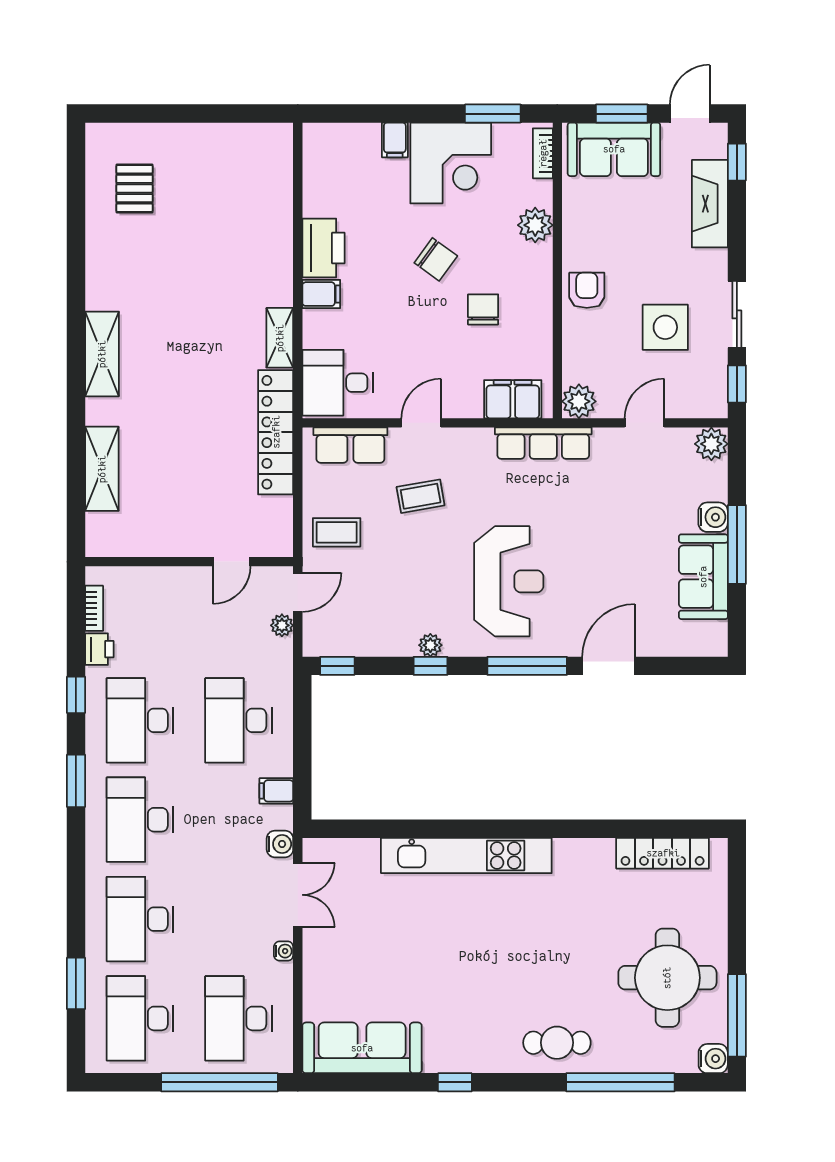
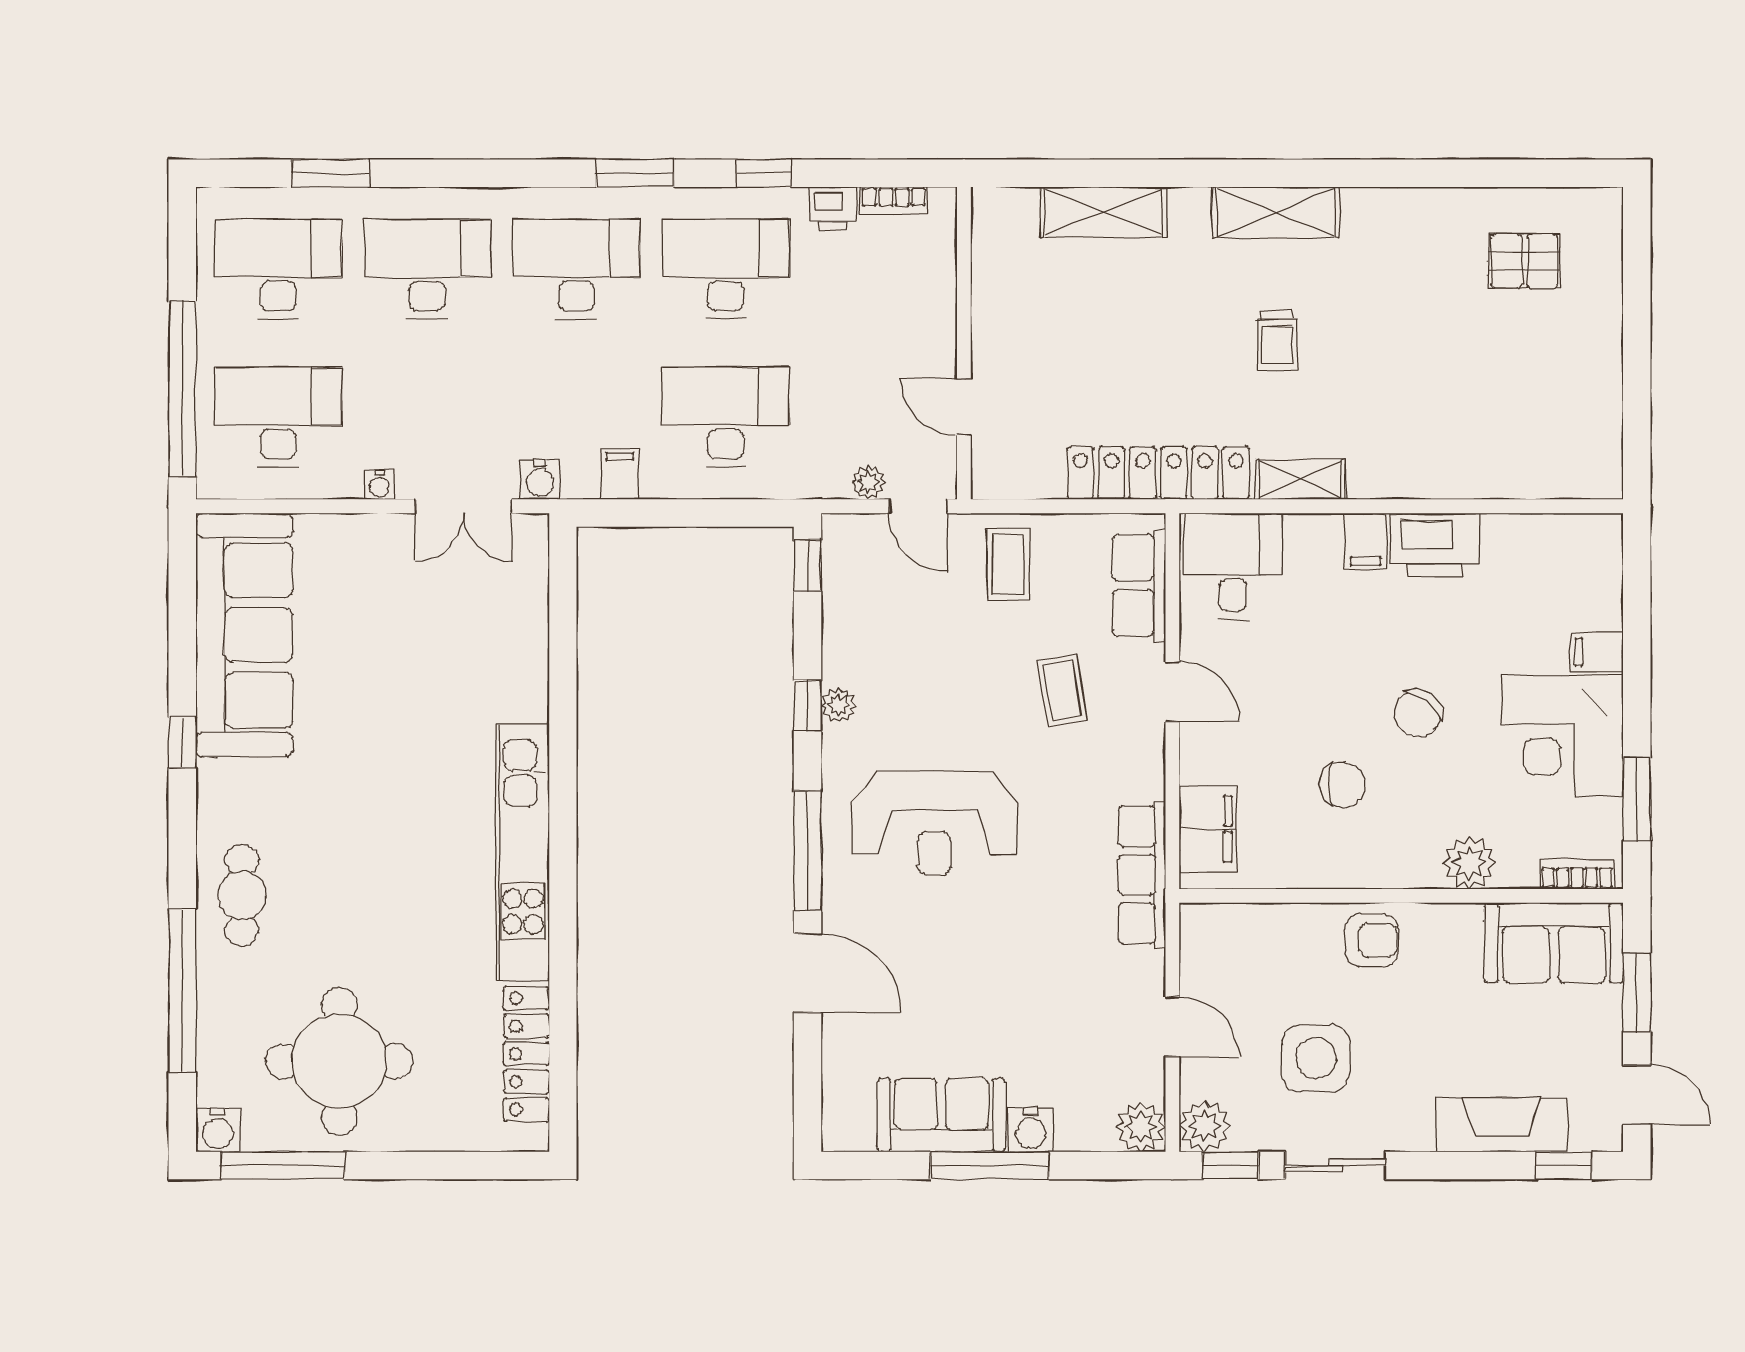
sofa: (614, 149) -> (1554, 943), moved, turned -90
trolley: (188, 353) -> (1277, 341), added
plant: (579, 401) -> (1205, 1126), moved
kitchen unit: (466, 855) -> (523, 852), moved
sofa: (362, 1048) -> (244, 635), width x1.36, depth x1.27

